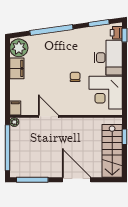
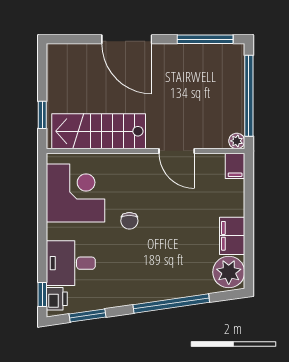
desk: (108, 58) -> (71, 263), width x0.73
stairs: (112, 151) -> (99, 131), moved, turned -90

